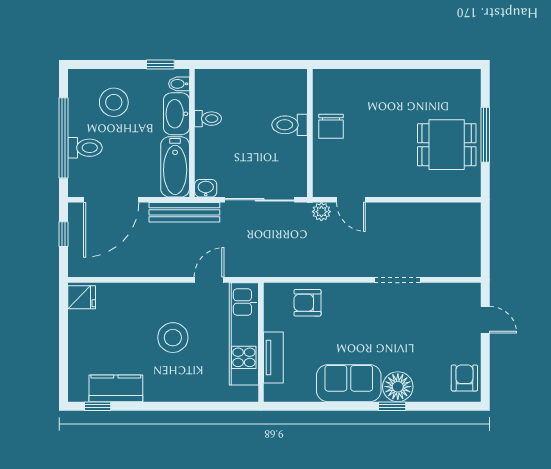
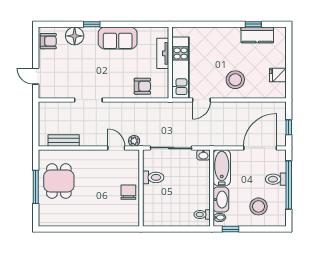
toilet: (208, 119) -> (202, 215), moved
toilet: (290, 125) -> (153, 177), moved
dining table: (447, 145) -> (59, 181), turned 90
bench: (184, 212) -> (64, 140), moved, width x0.73
fridge: (82, 297) -> (278, 75), moved
stool: (173, 338) -> (235, 80), moved
armchair: (464, 378) -> (48, 41), turned -90
floor lamp: (398, 387) -> (75, 36), moved
window: (98, 406) -> (253, 24), moved

